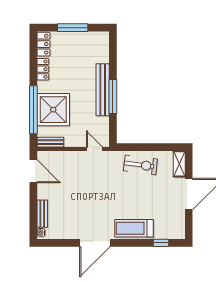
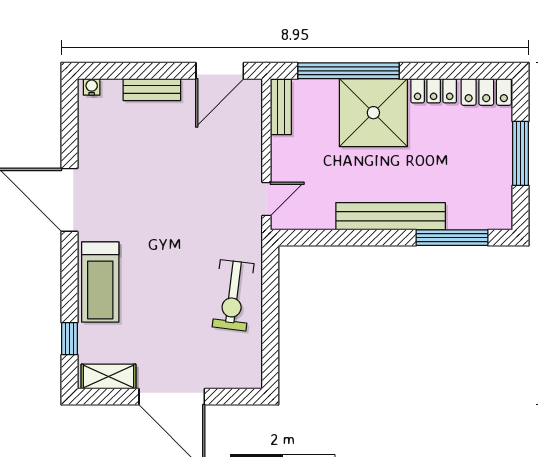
window: (113, 96) -> (452, 238), moved
shower: (53, 110) -> (373, 113), moved
shelving: (179, 164) -> (109, 377), moved
bench: (42, 214) -> (152, 90), moved
treadmill: (134, 228) -> (100, 282), turned 180

